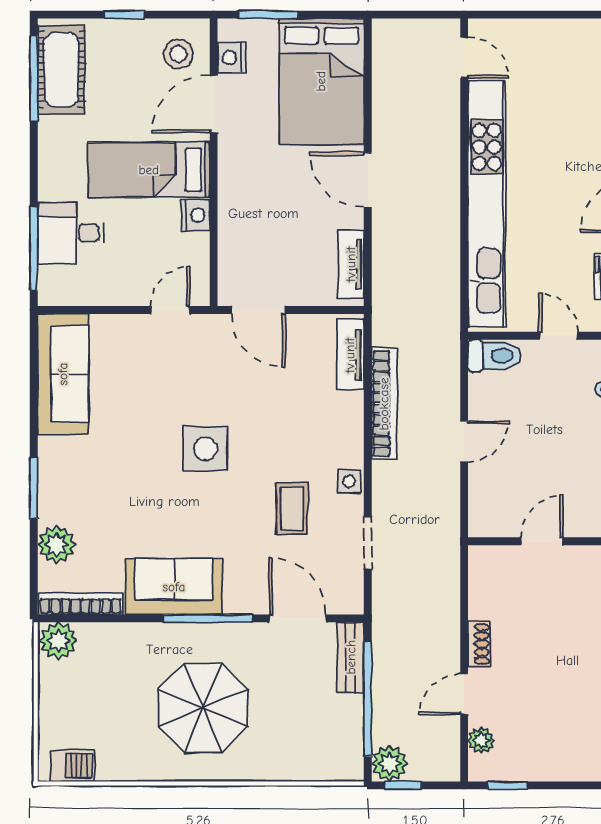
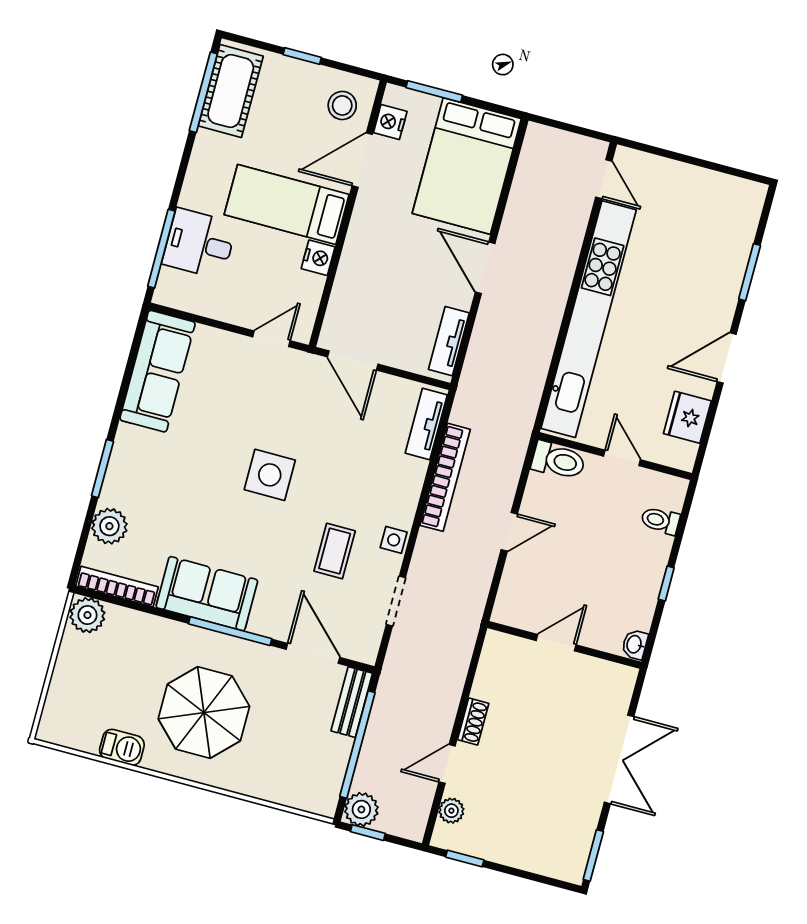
barbecue: (72, 766) -> (122, 747), moved

